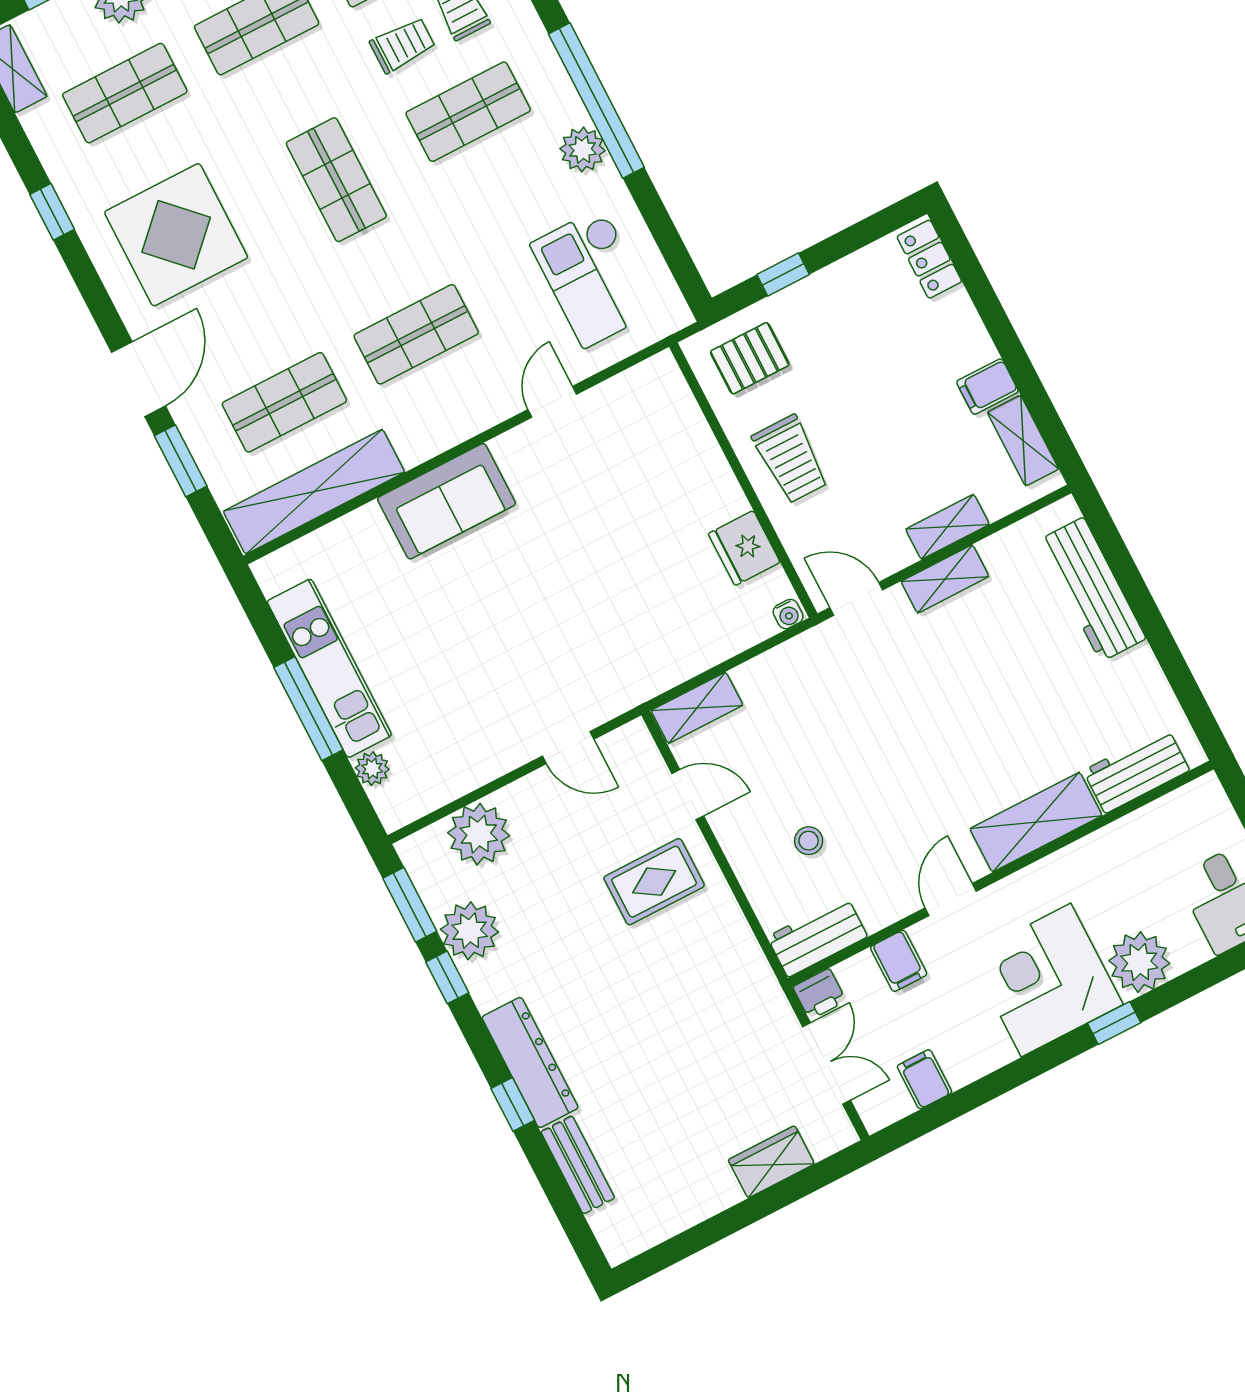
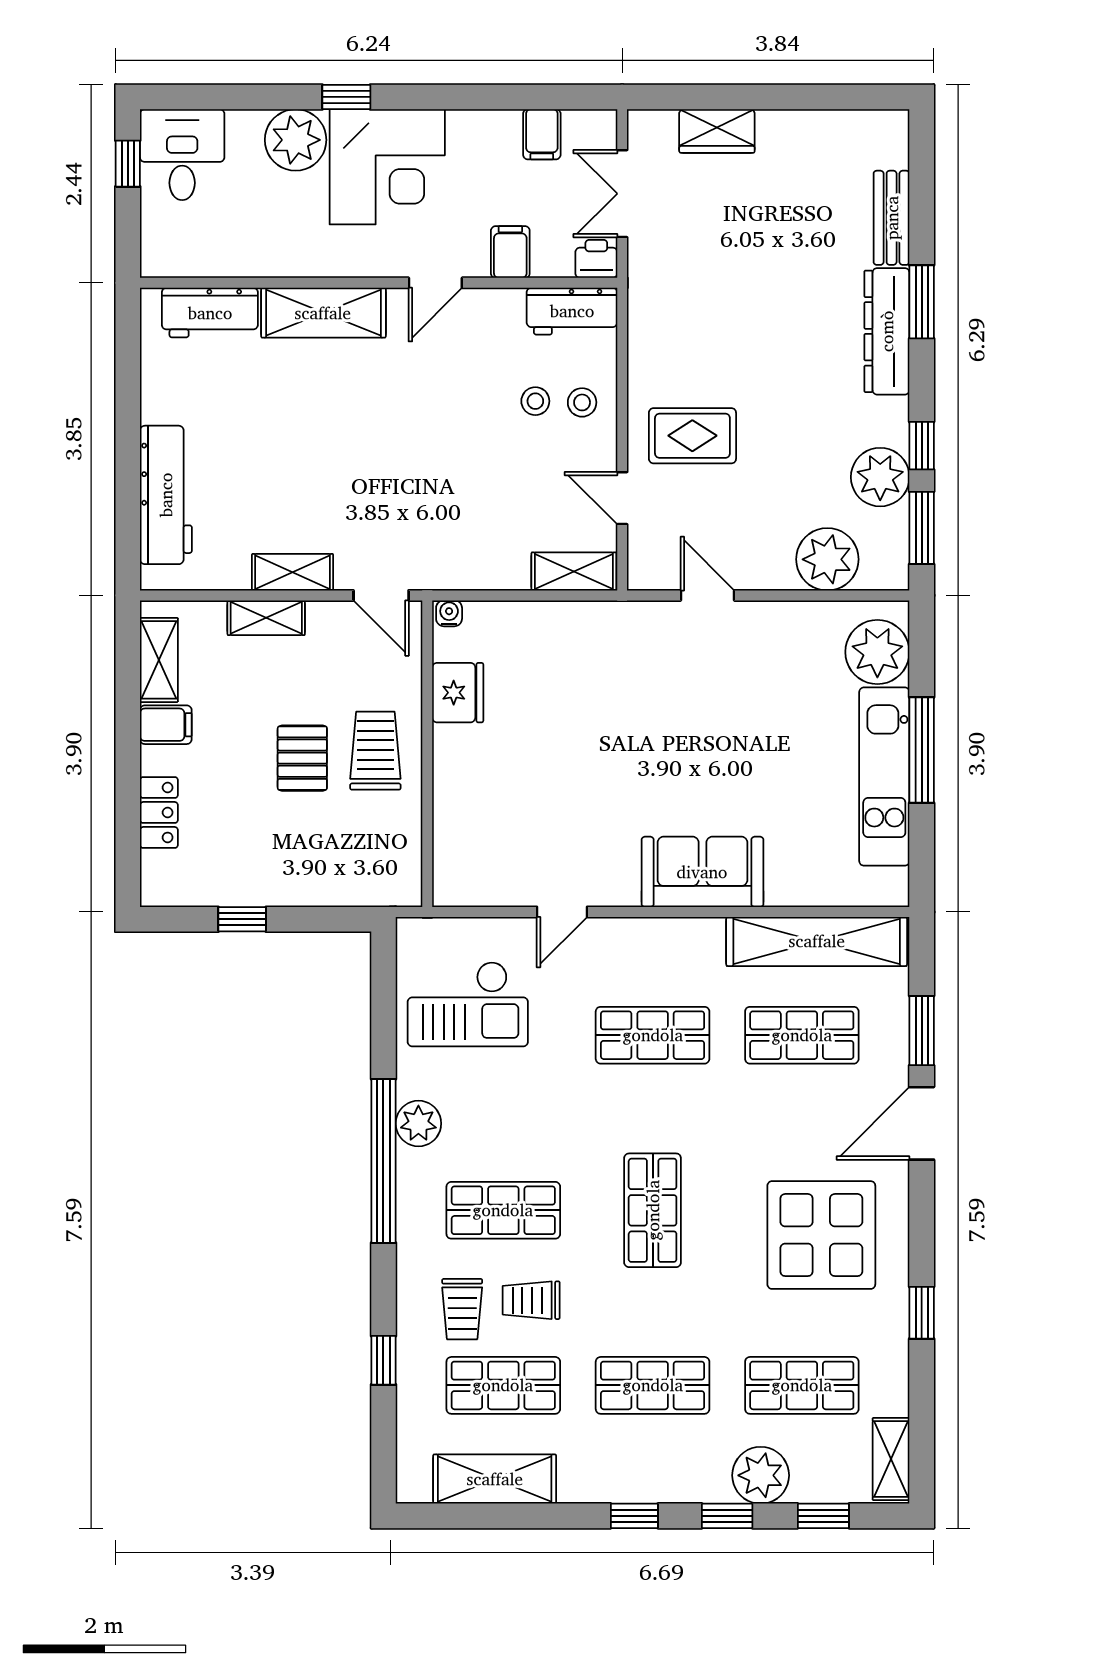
locker: (929, 259) -> (159, 812), moved
window: (783, 274) -> (242, 919), moved
checkout: (593, 277) -> (468, 1004), turned 90
pallet: (750, 358) -> (302, 758), moved, turned 90
plant: (372, 769) -> (877, 652), width x1.88, depth x1.88
stool: (767, 861) -> (582, 402), added
window: (513, 1104) -> (922, 302), width x1.50

